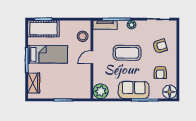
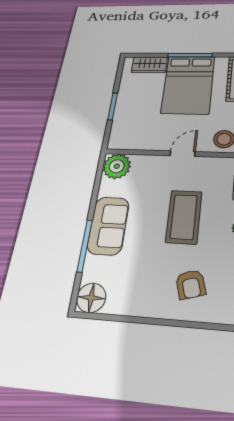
bed: (48, 54) -> (188, 85), width x1.50
door: (92, 57) -> (183, 154), hinge flipped
armchair: (160, 72) -> (135, 281), removed

